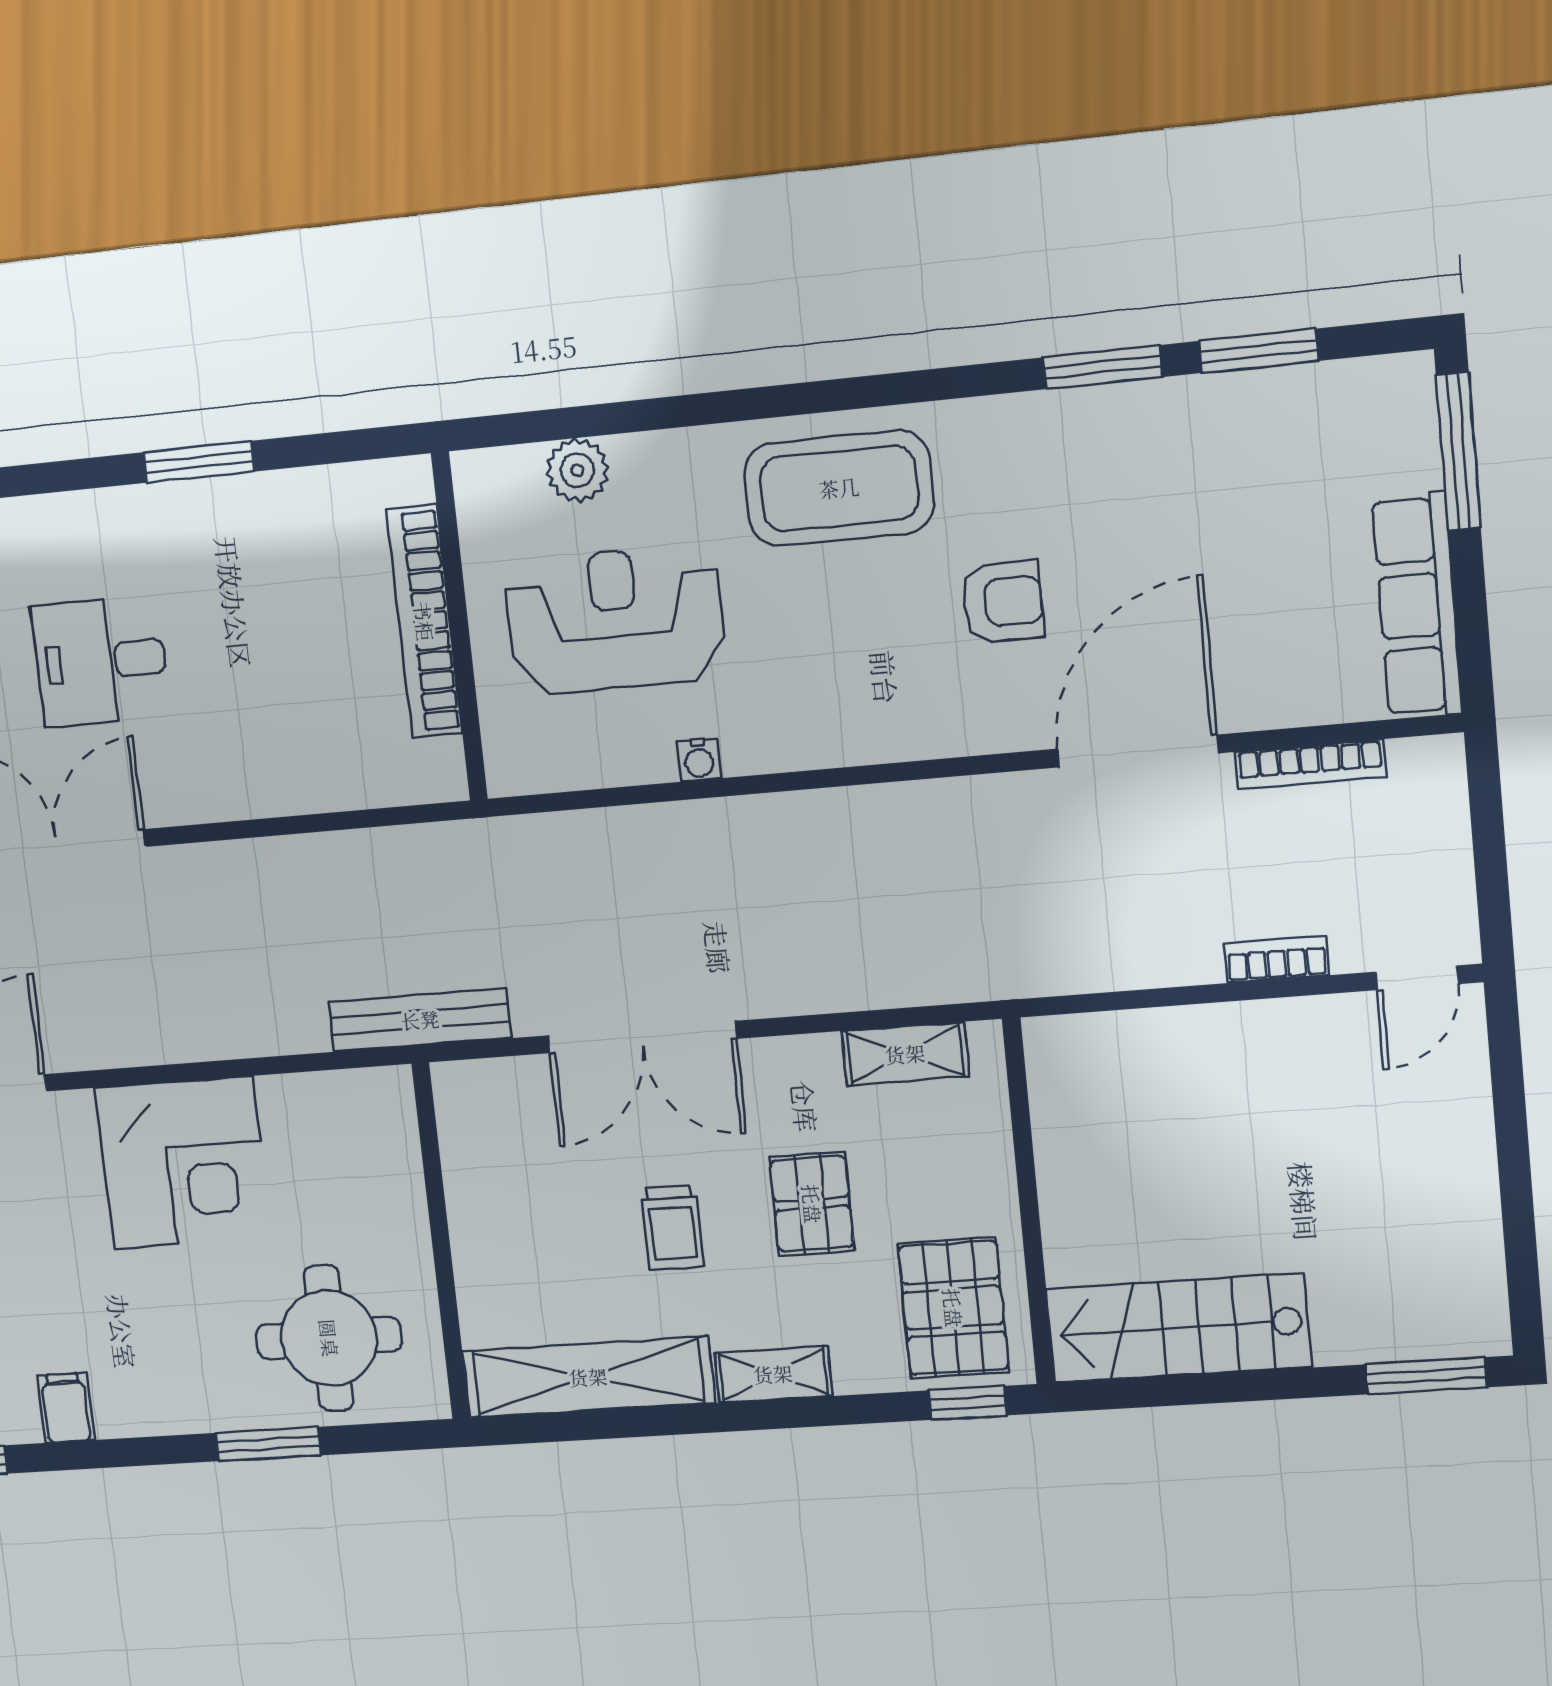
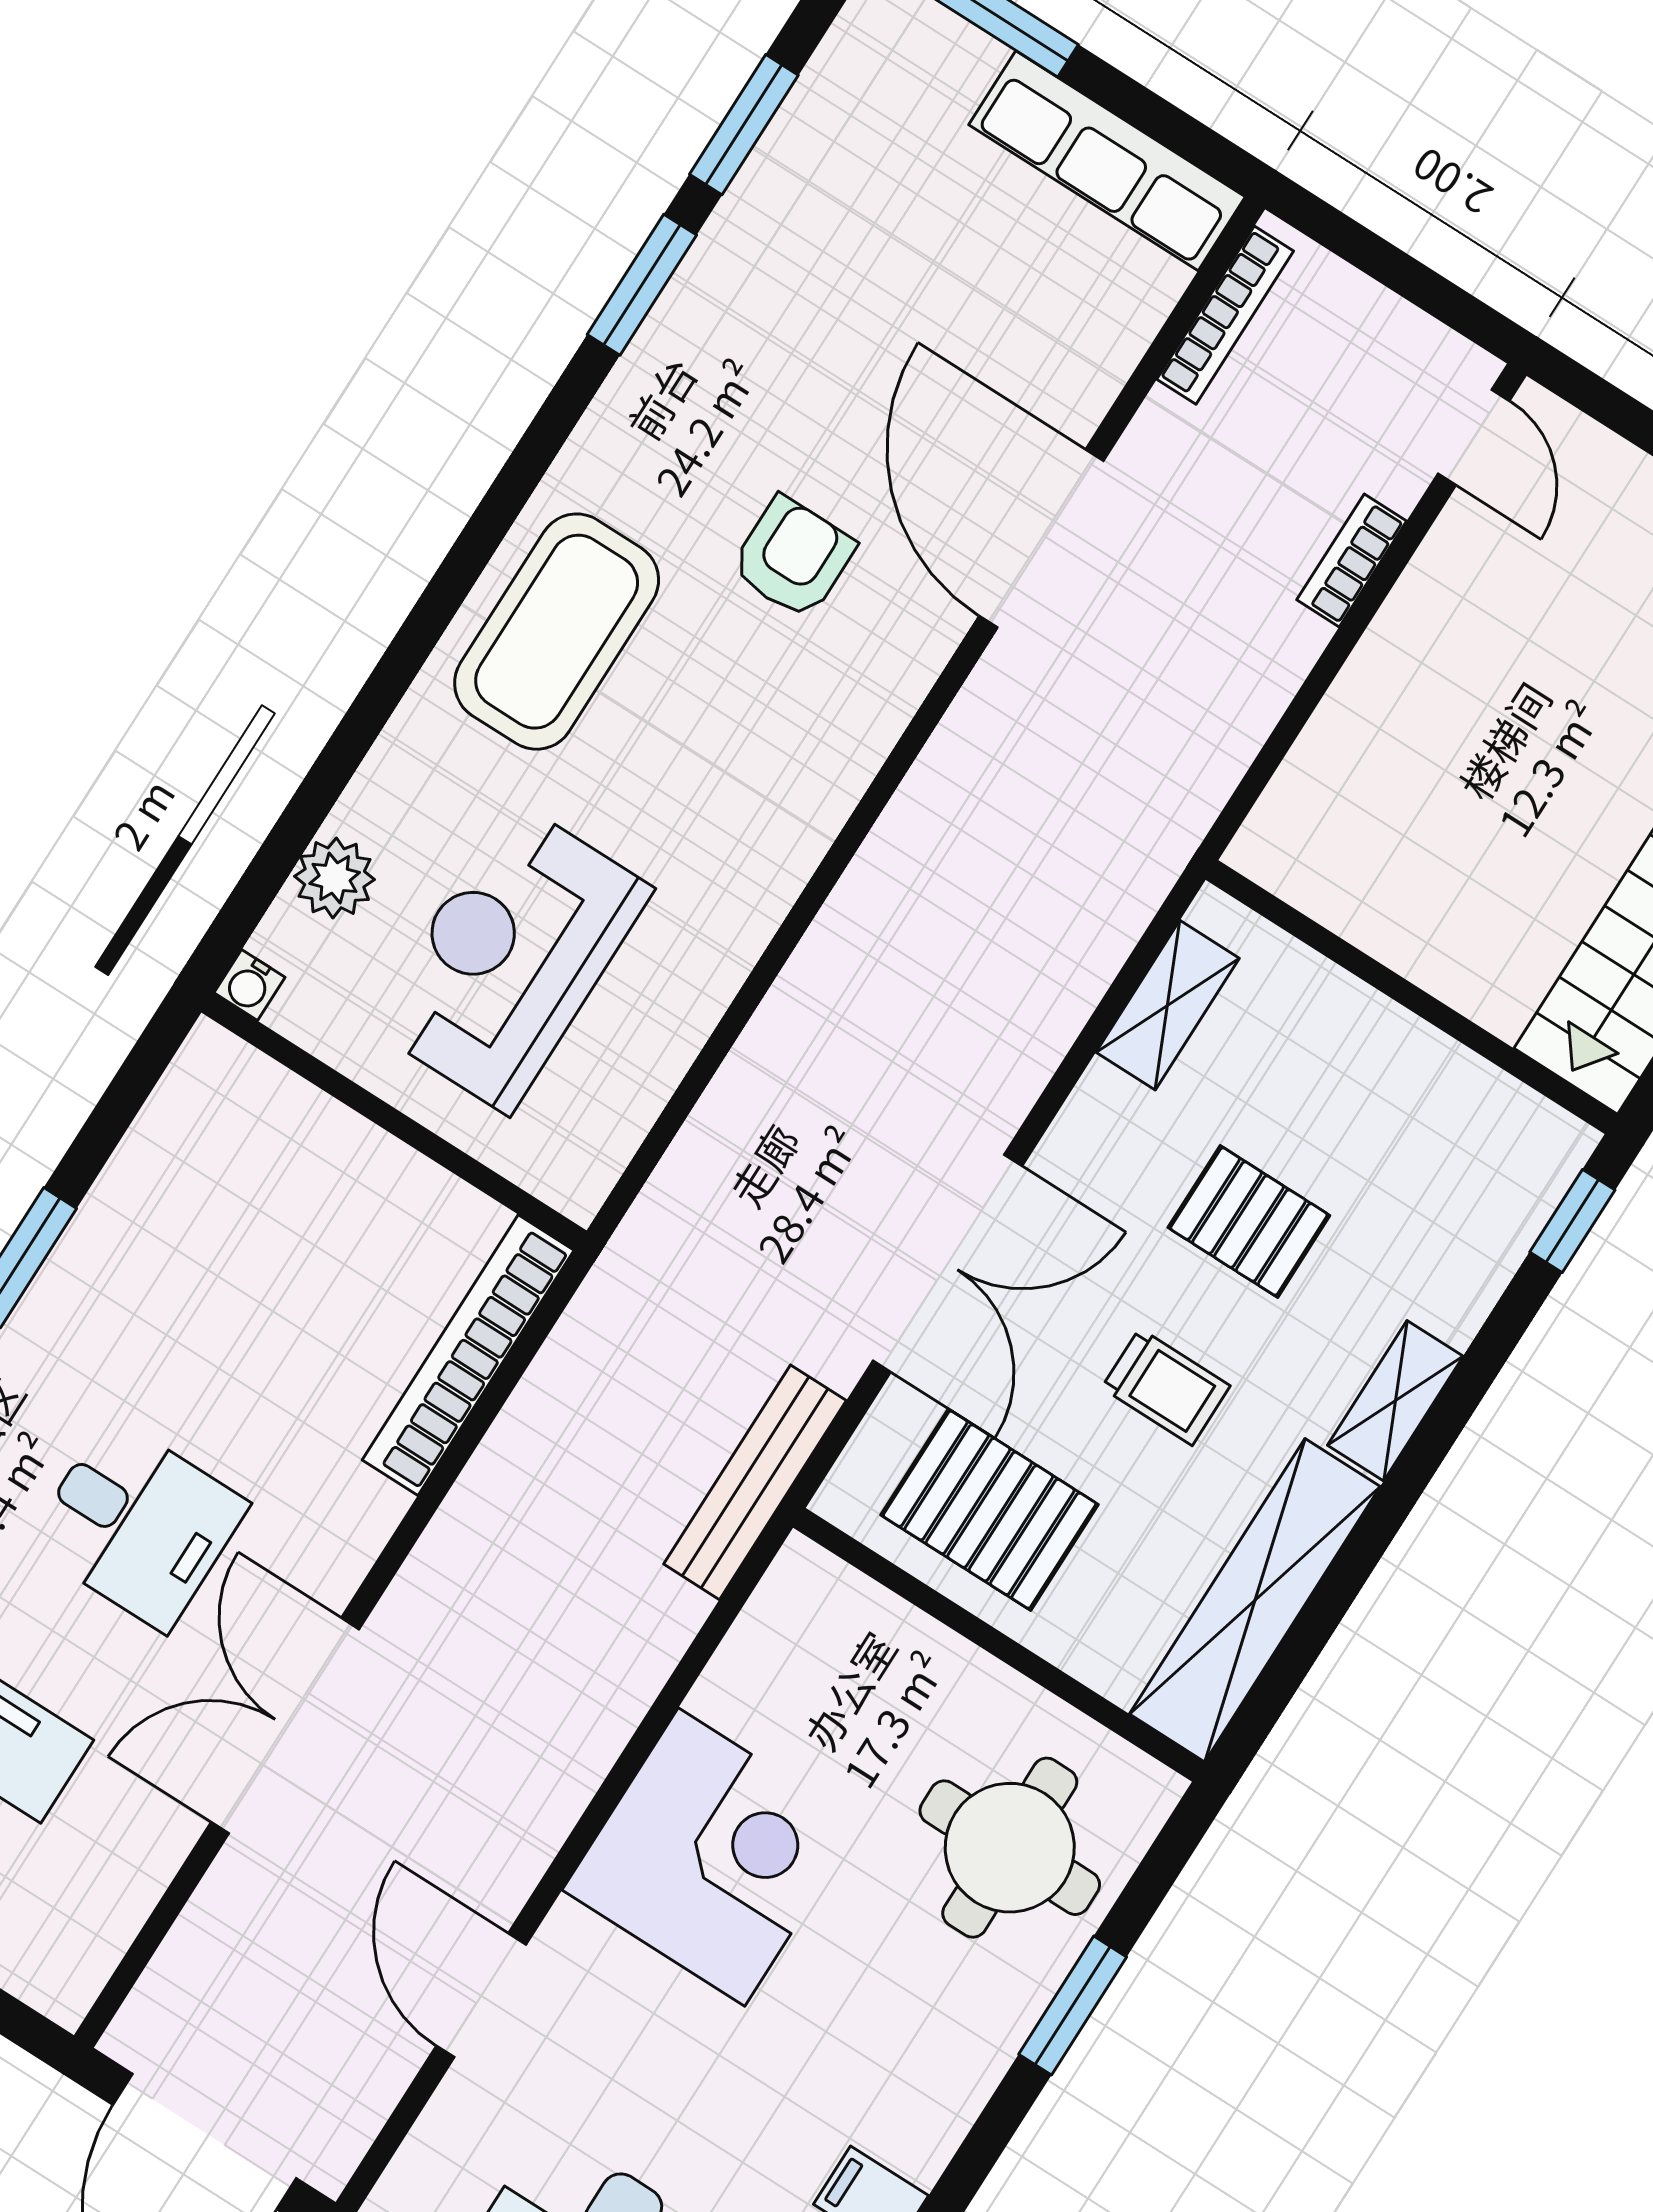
bookcase: (424, 621) -> (468, 1355), moved, turned 90
desk: (101, 661) -> (138, 1524), turned -90
water cooler: (699, 760) -> (249, 985), moved, turned 90
bookcase: (1310, 764) -> (1225, 315), moved
pallet: (953, 1308) -> (989, 1510), moved

